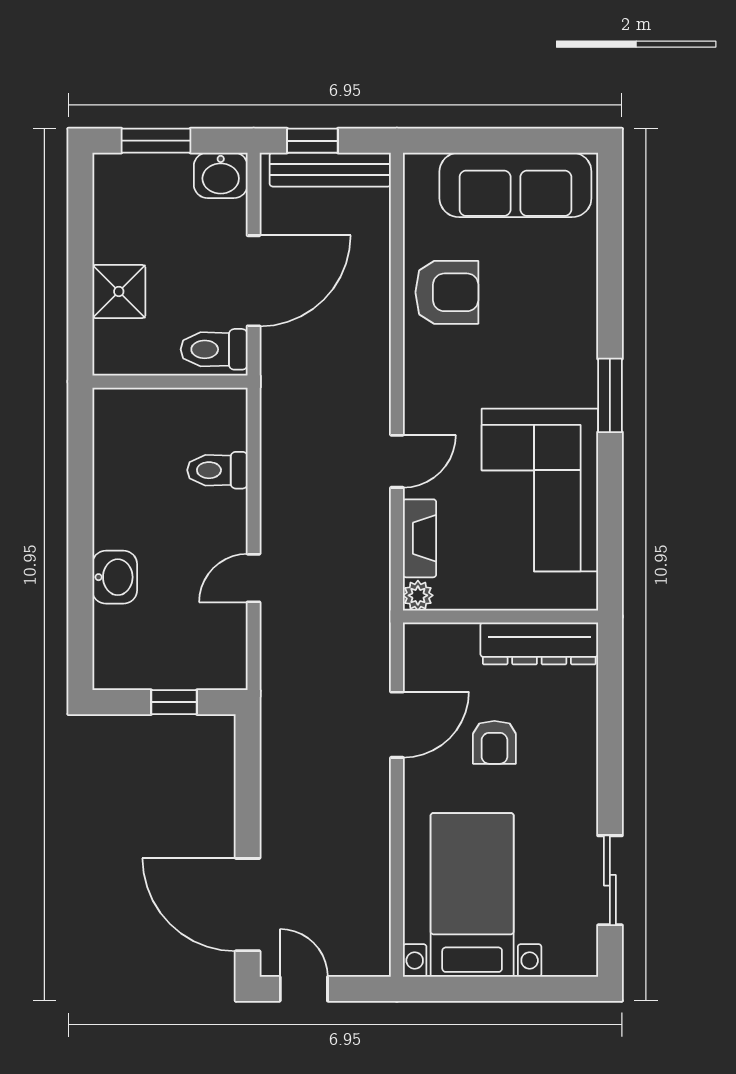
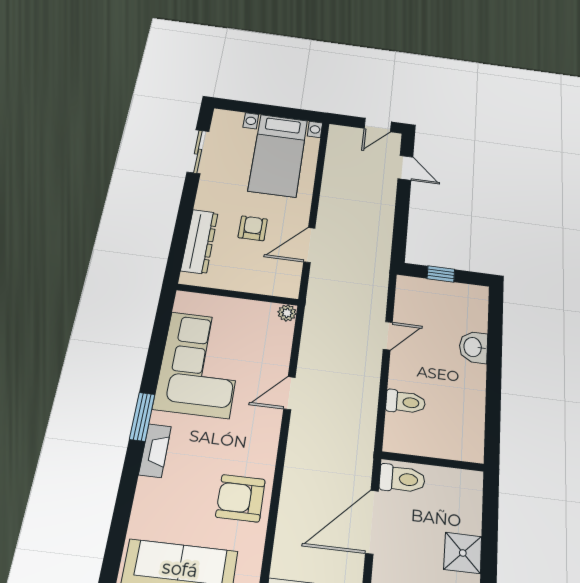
shower: (119, 291) -> (463, 553), moved
fireplace: (420, 538) -> (155, 451), moved, turned 180
dresser: (539, 643) -> (200, 241), moved, turned 90
door: (248, 905) -> (405, 168), width x0.53
door: (304, 989) -> (378, 125), hinge flipped

